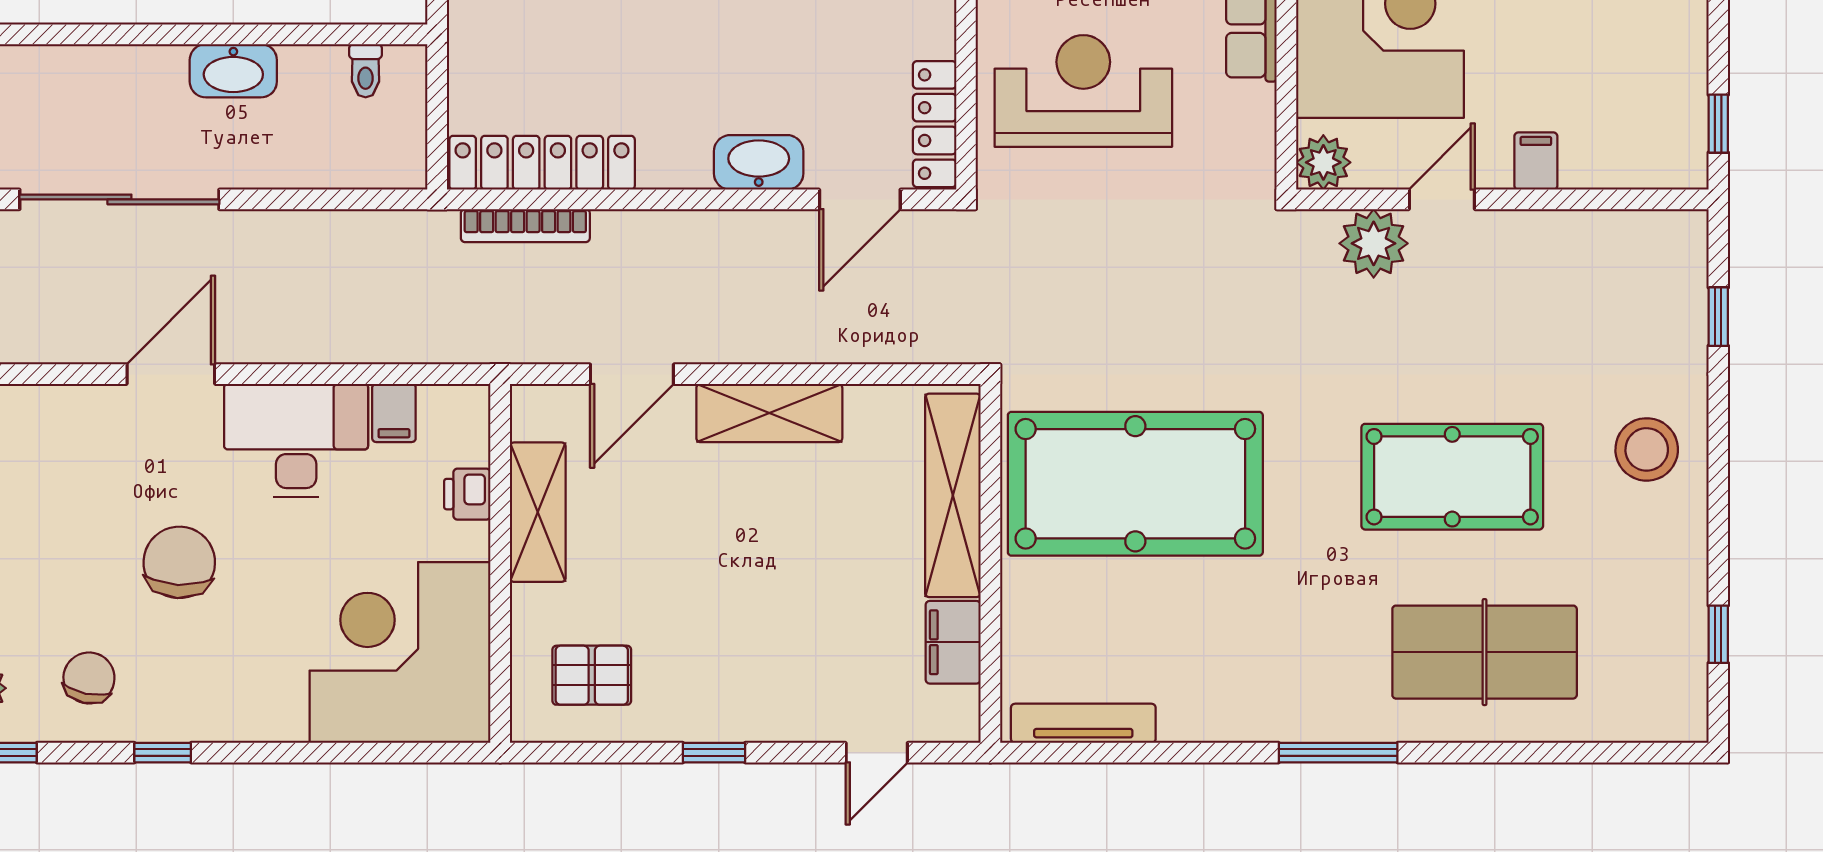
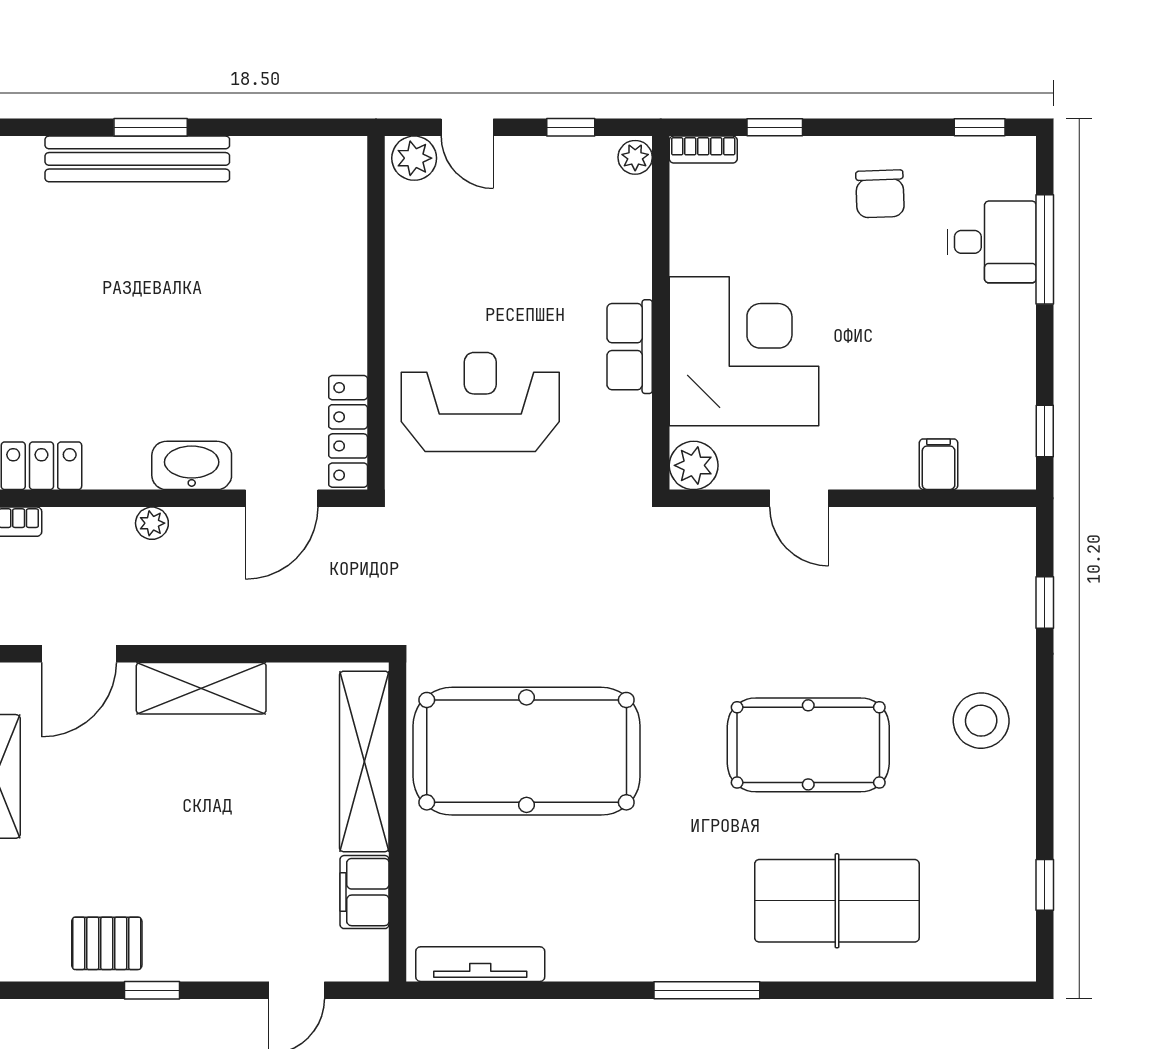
filing cabinet: (1536, 161) -> (939, 464), moved
door: (1442, 199) -> (799, 498), swing flipped
plant: (1374, 243) -> (152, 523), moved, width x0.53, depth x0.53
pallet: (592, 675) -> (107, 943), moved

